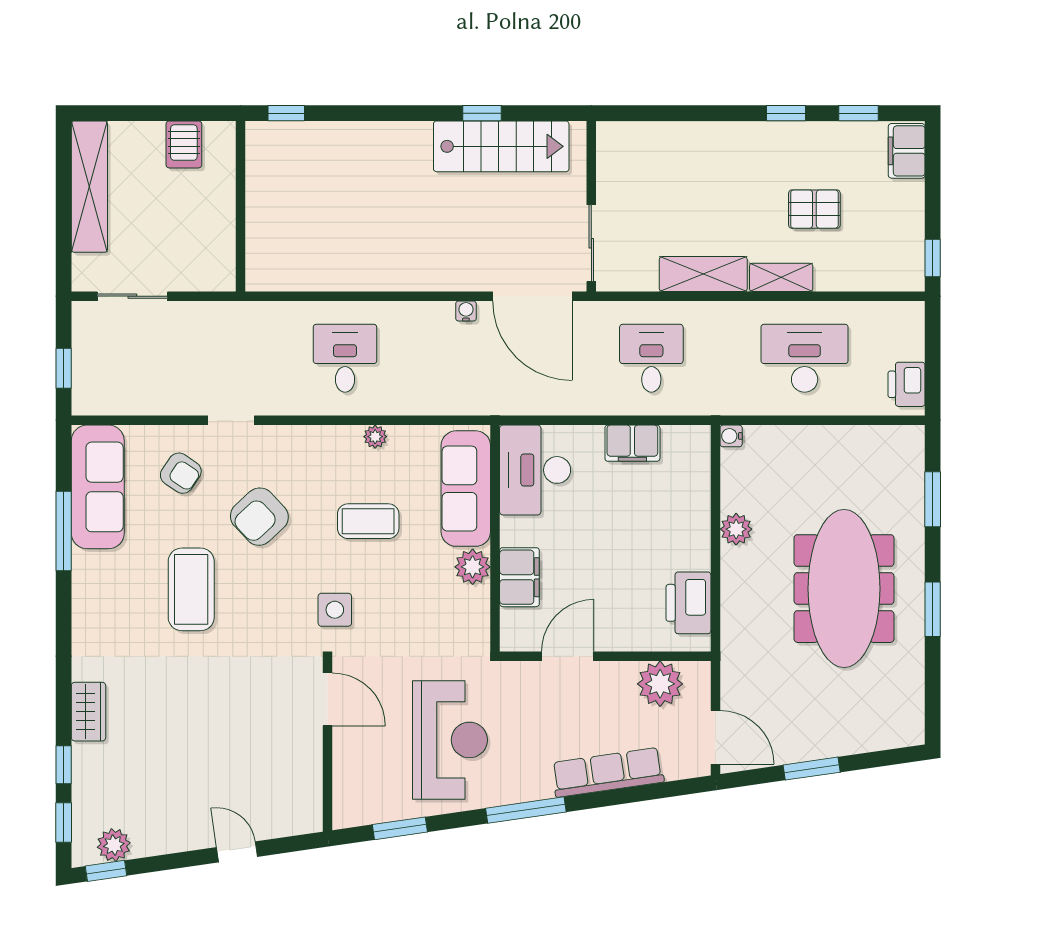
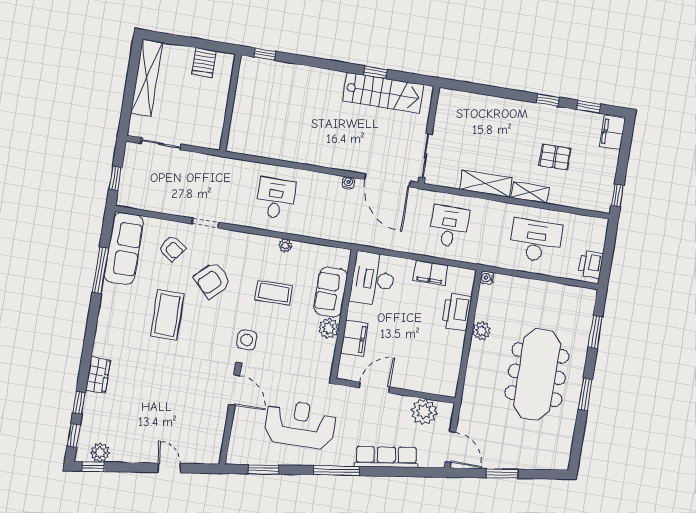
sofa: (466, 489) -> (331, 292), width x0.73
printer: (688, 603) -> (457, 312), moved
reception desk: (450, 740) -> (300, 424), turned -90

